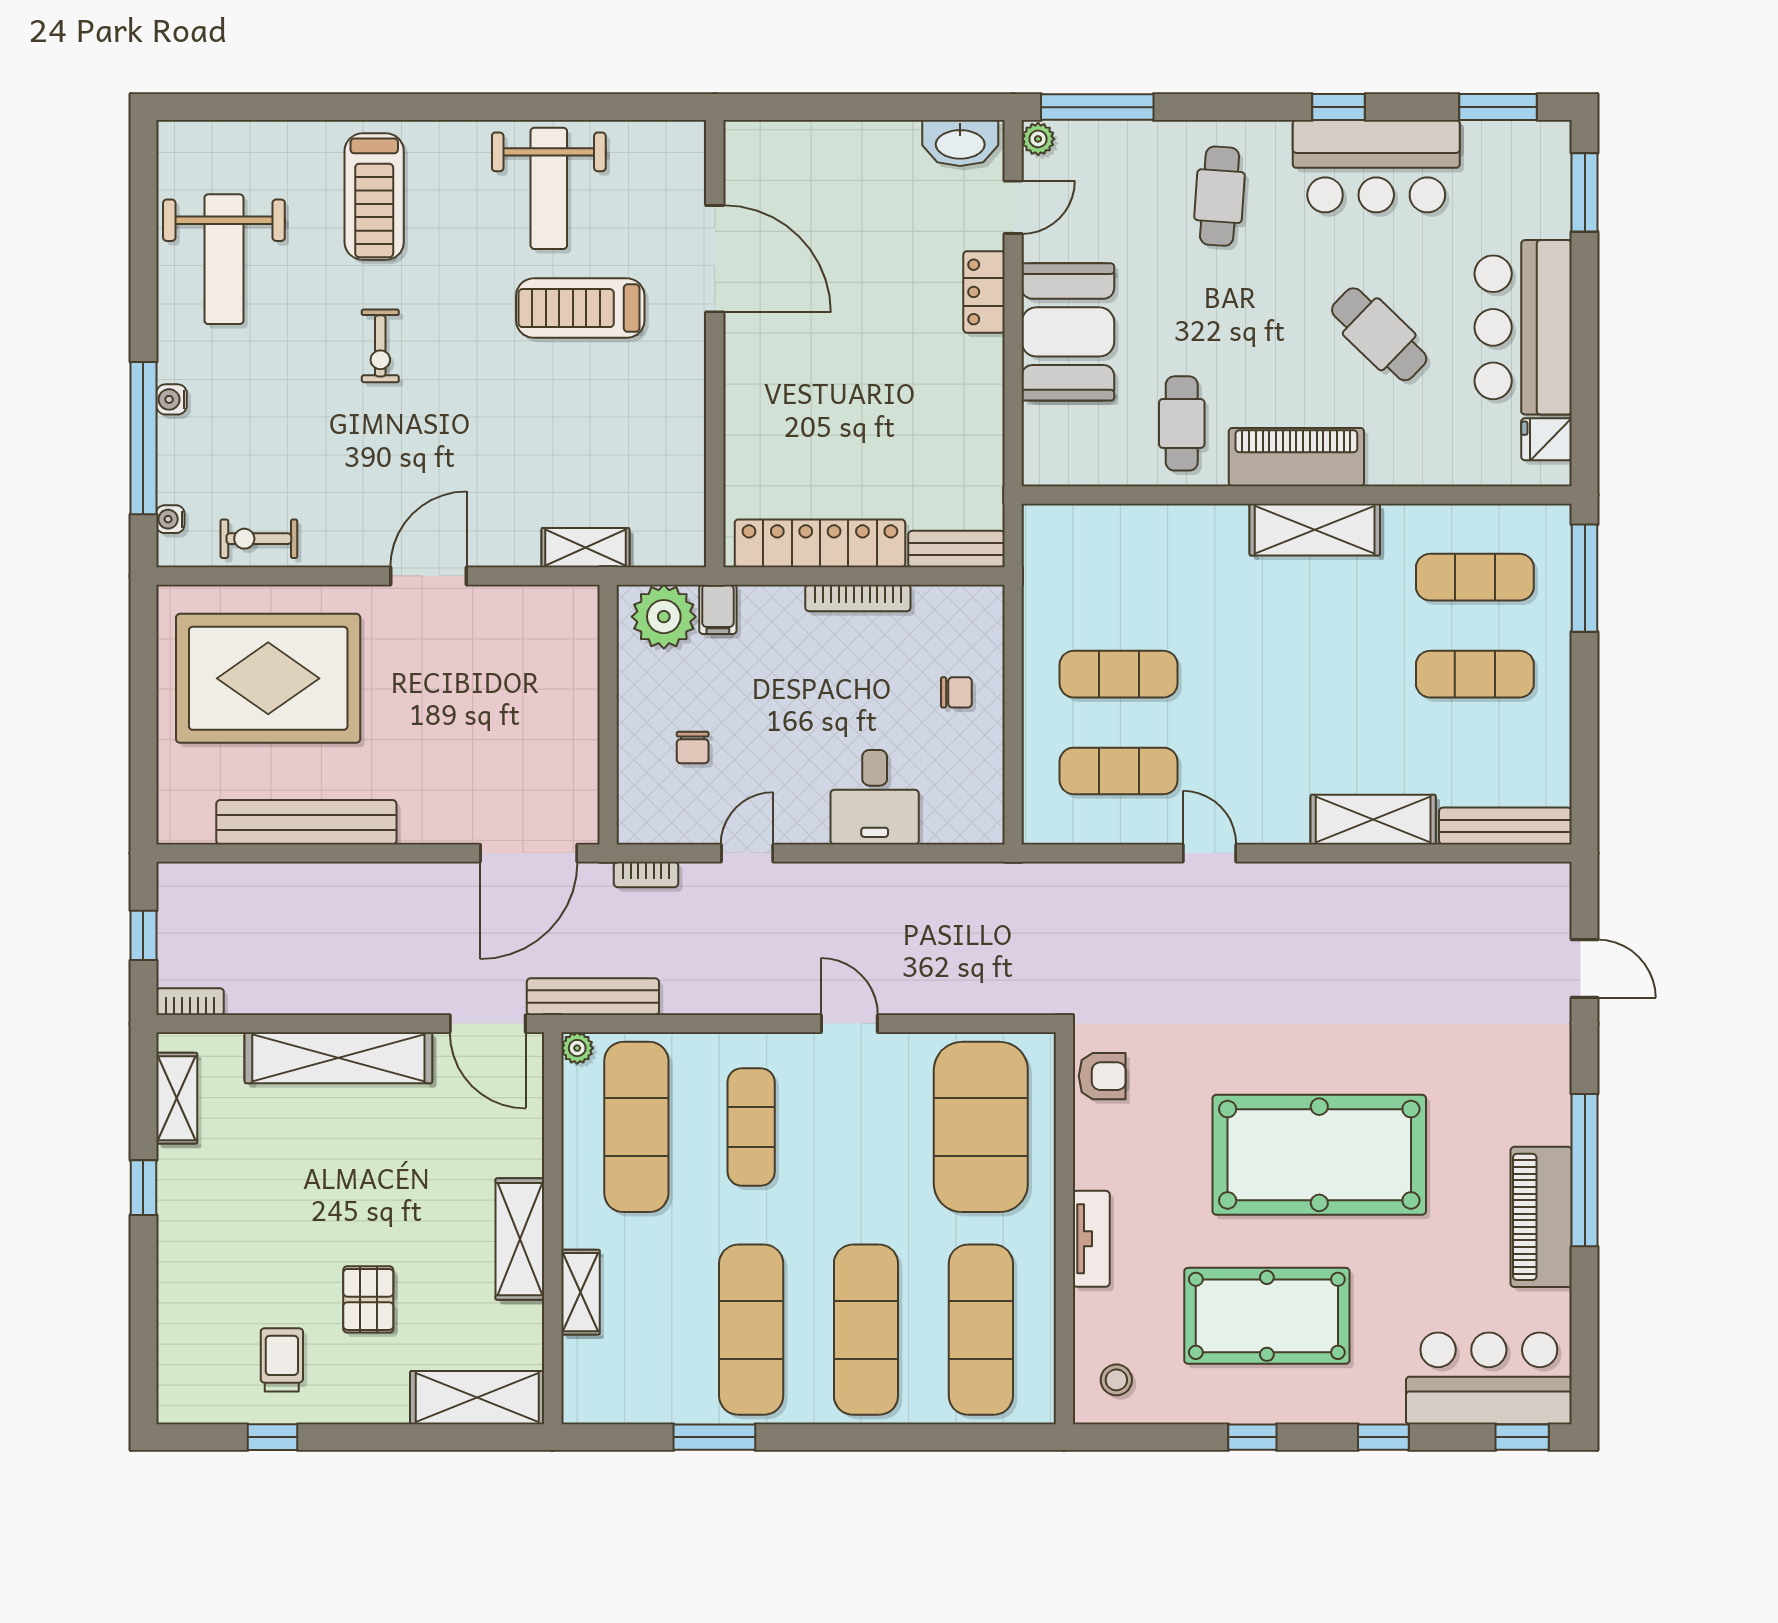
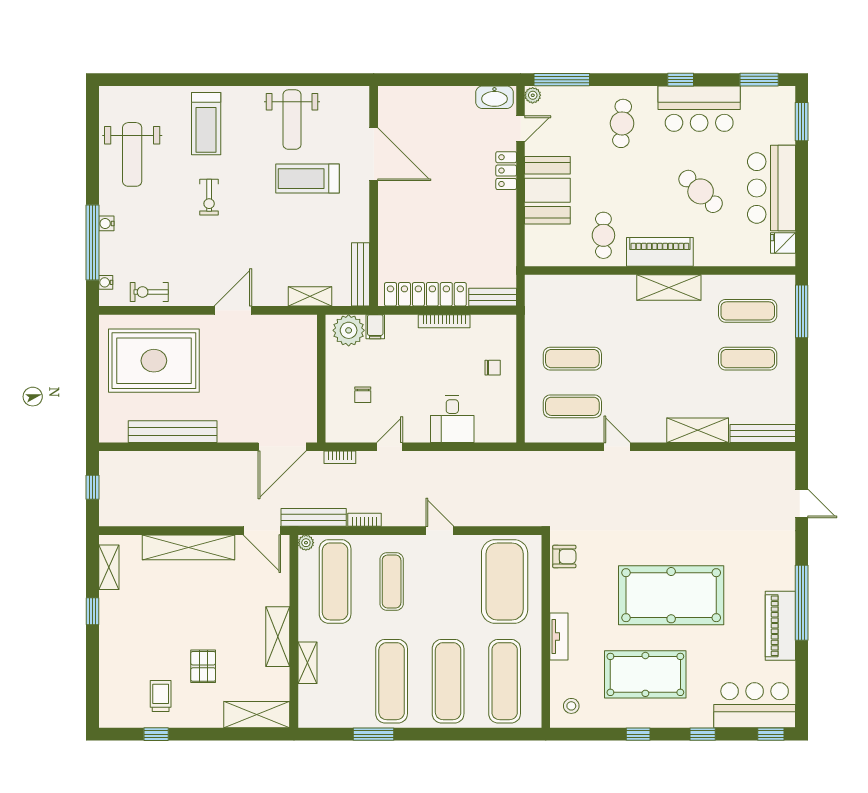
bench: (688, 503) -> (361, 274), added
bookcase: (190, 1002) -> (364, 520), moved

